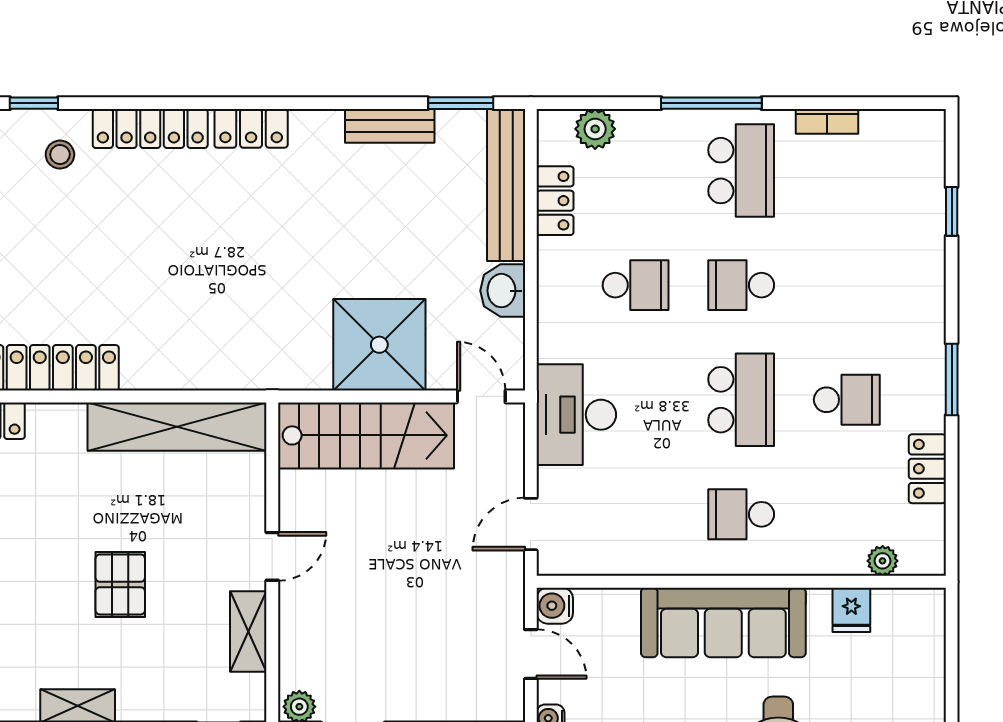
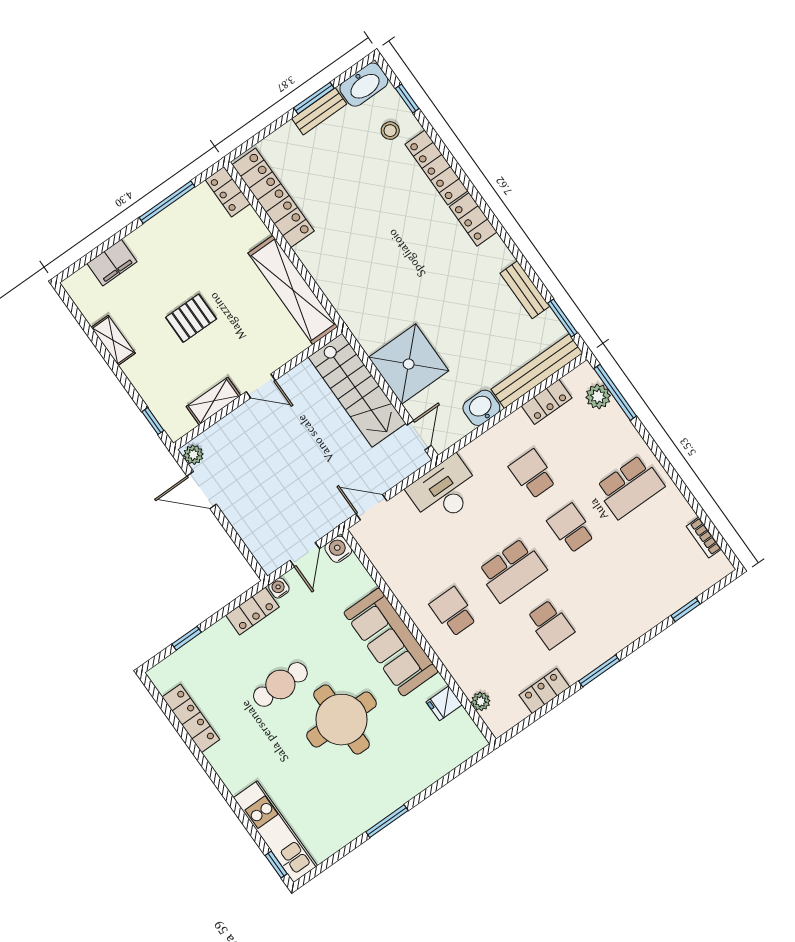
window: (711, 103) -> (615, 392), moved
bookcase: (827, 121) -> (704, 538), moved
school desk: (636, 285) -> (533, 474), turned 180

